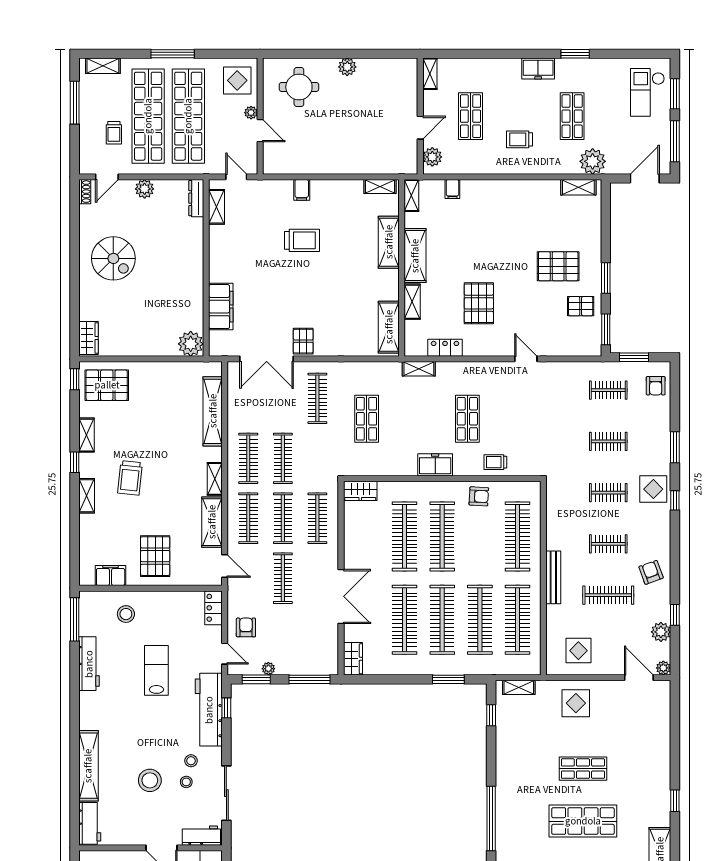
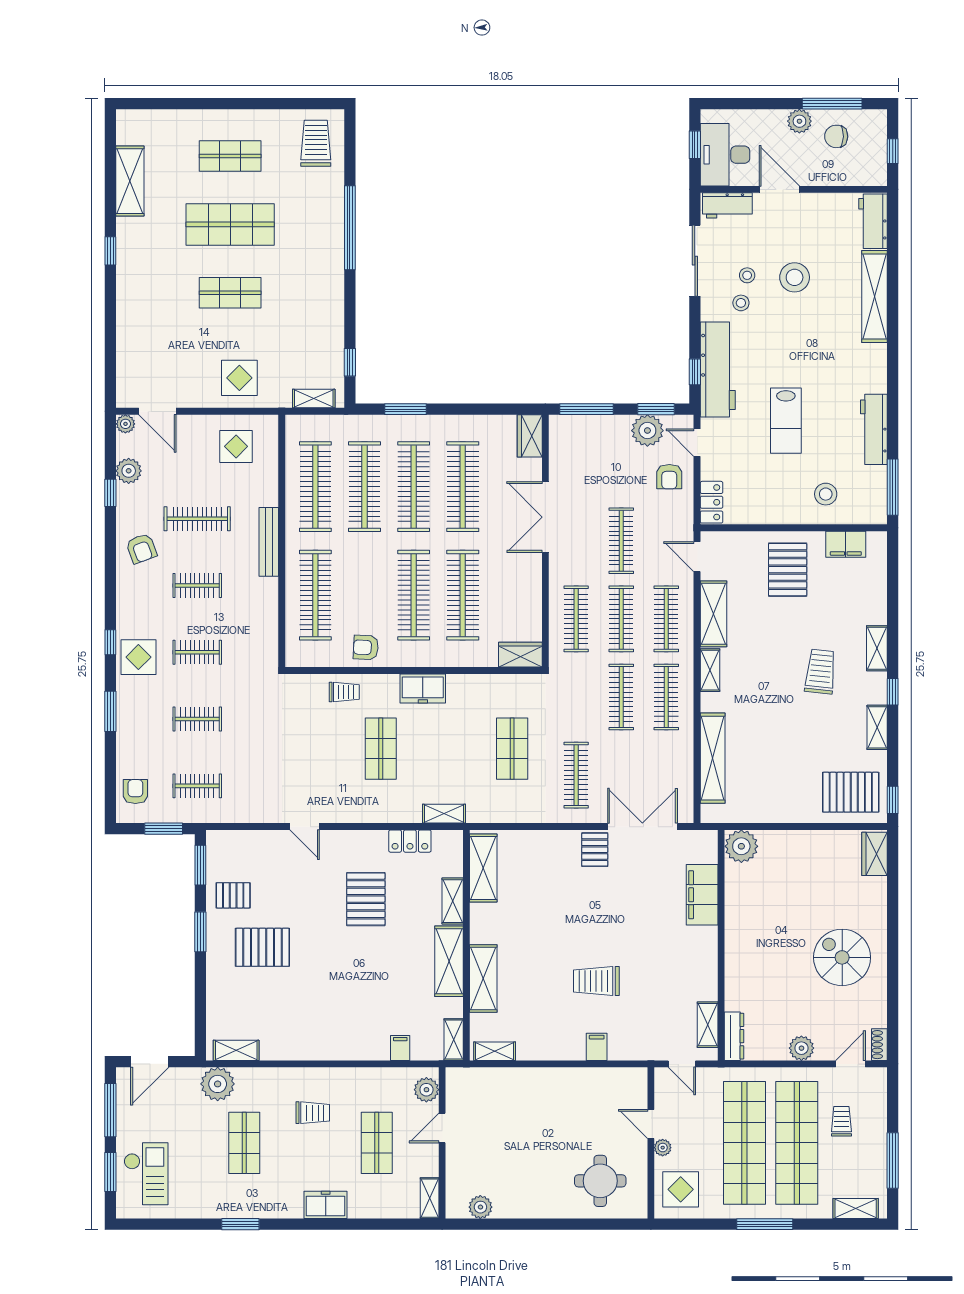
plant: (347, 67) -> (480, 1207), moved
freezer: (538, 69) -> (326, 1205), moved
plant: (268, 669) -> (647, 431), width x1.87, depth x1.87

